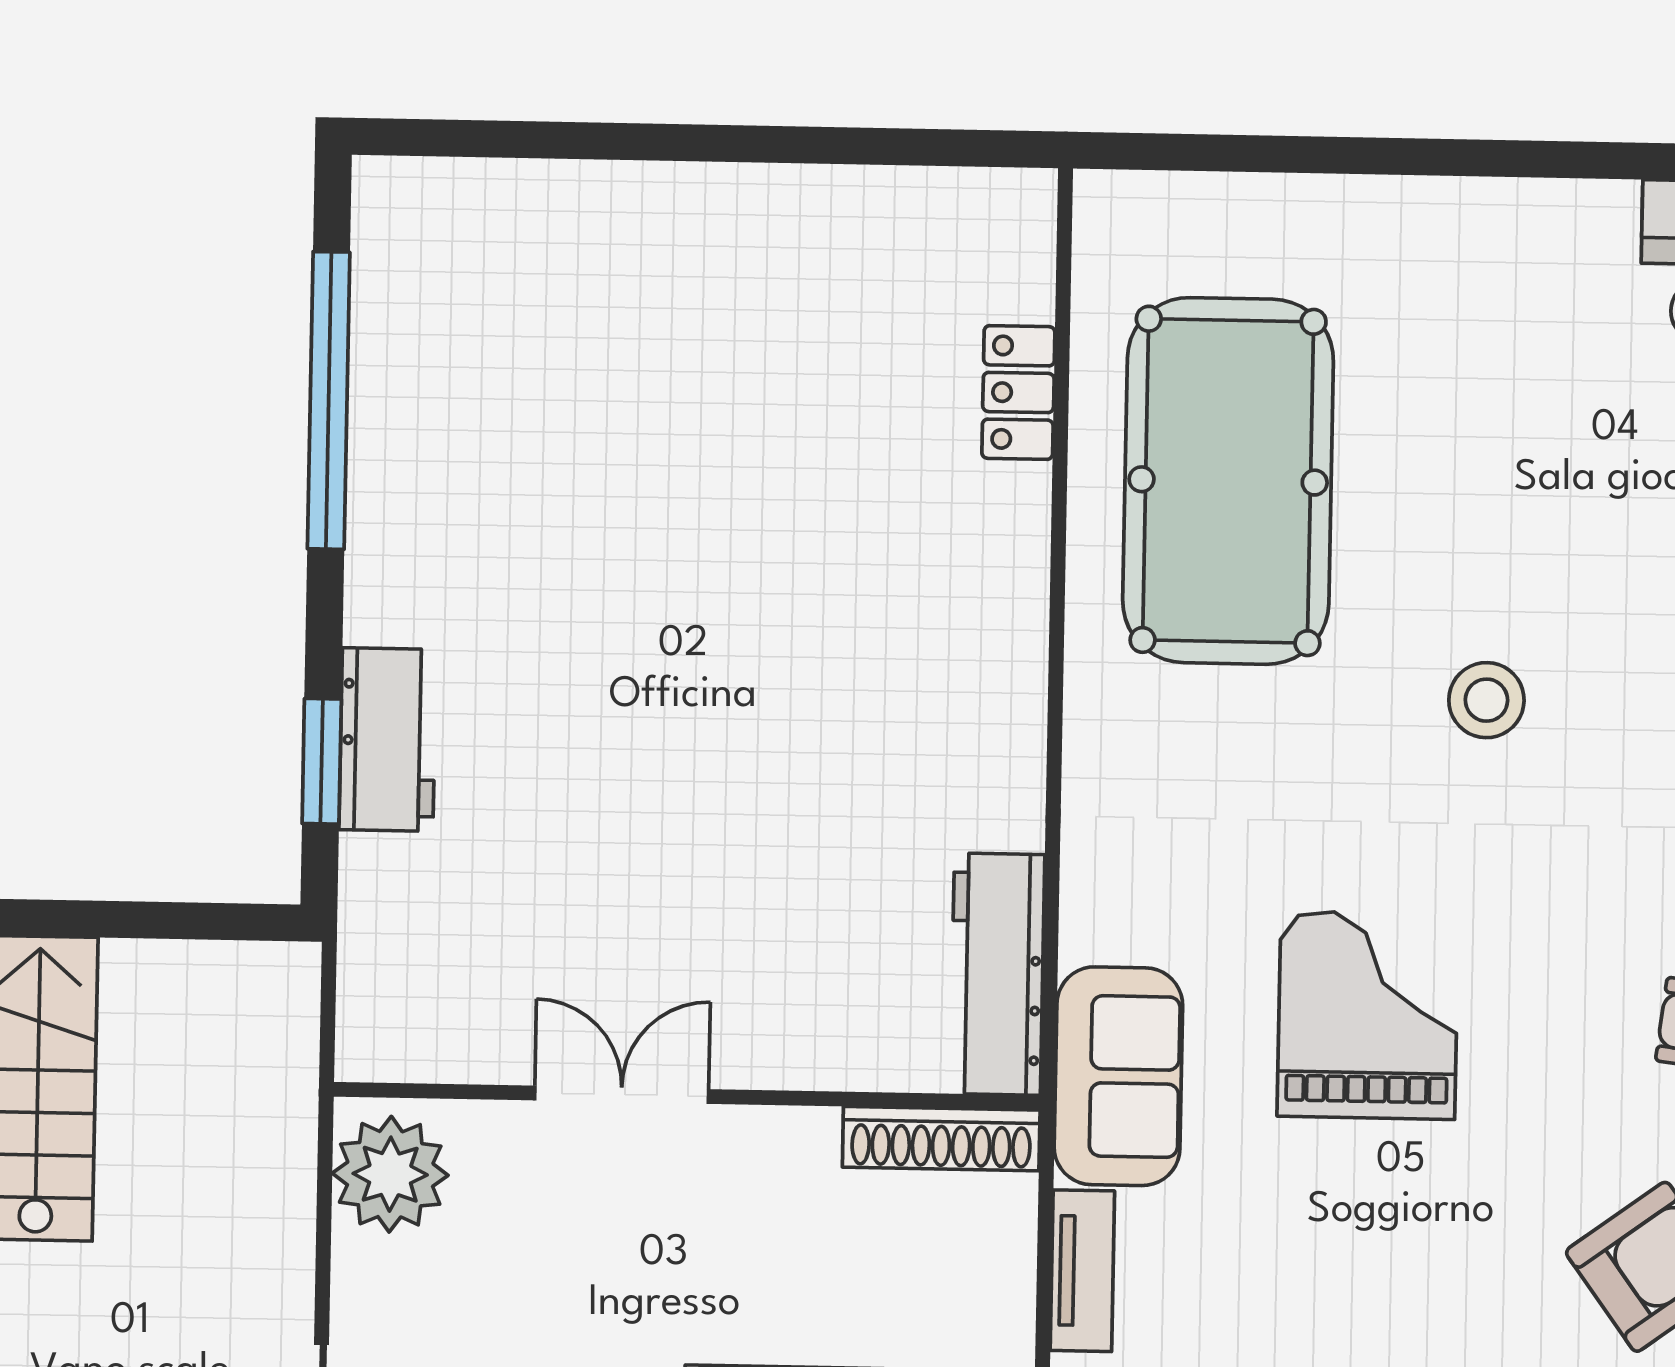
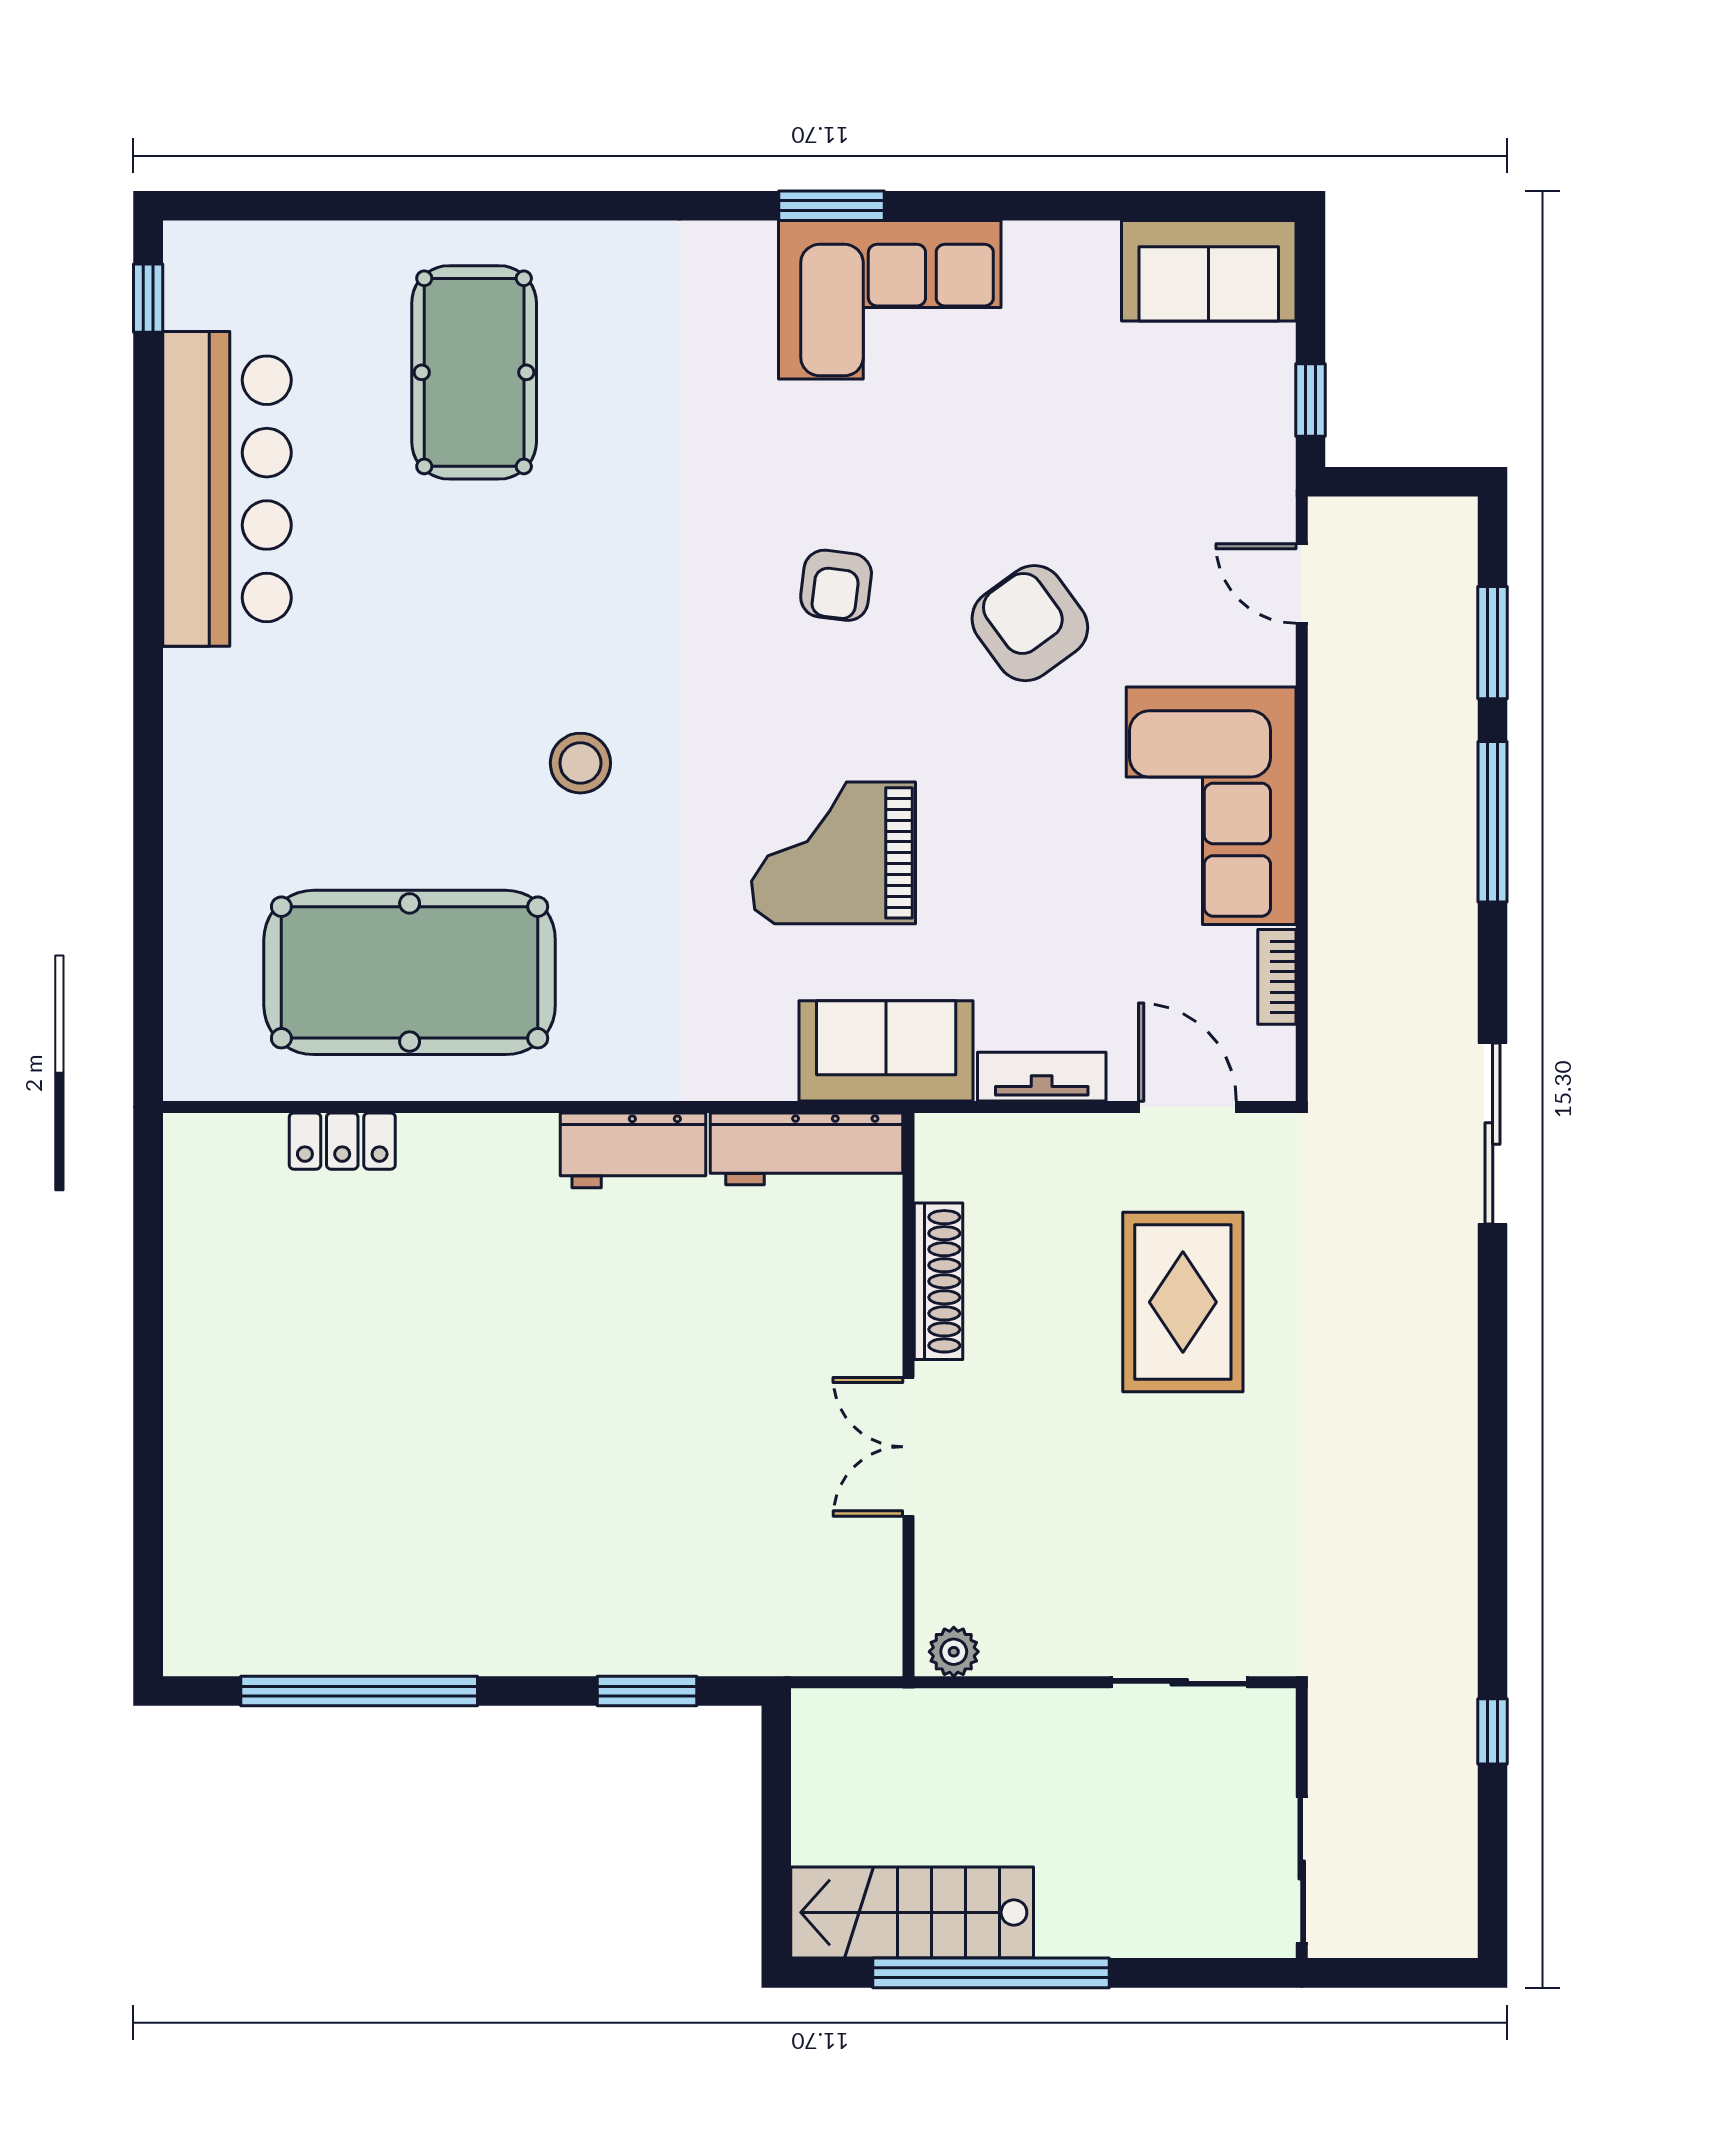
workbench: (388, 740) -> (633, 1150), moved, turned 180
shoe rack: (941, 1139) -> (938, 1281), moved
plant: (390, 1174) -> (954, 1652), width x0.53, depth x0.53

